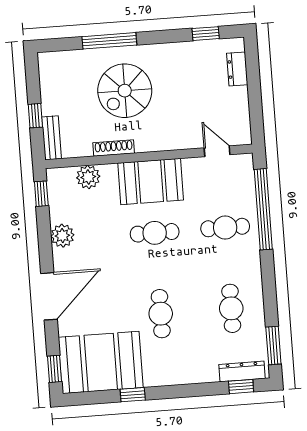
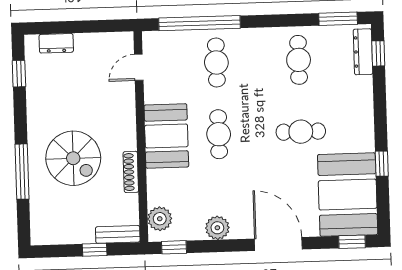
plant: (88, 177) -> (160, 219), moved
cafe table: (231, 308) -> (299, 60), turned 90

